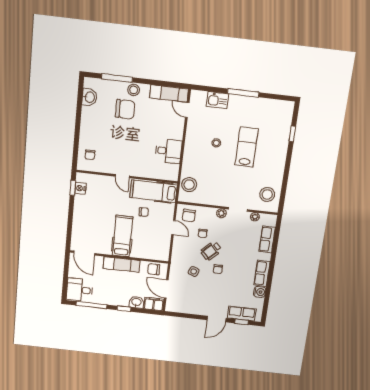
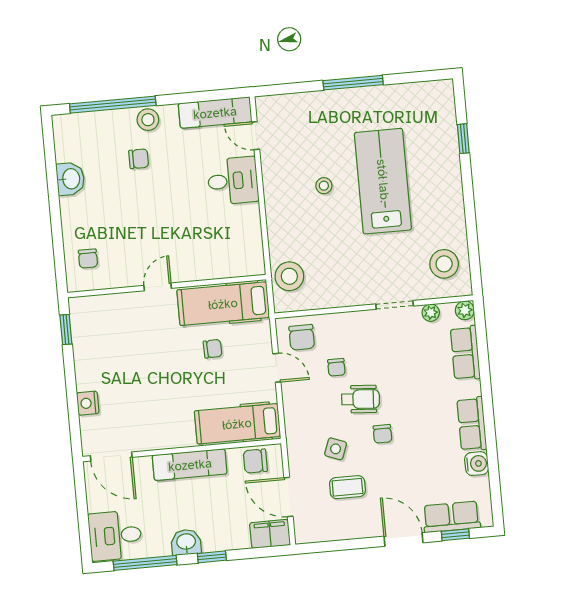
window: (117, 78) -> (113, 105), width x1.46
washbasin: (89, 97) -> (70, 179), moved
kitchen sink: (218, 100) -> (308, 106), removed
chair: (125, 109) -> (139, 159), width x0.54, depth x0.54
lab bench: (247, 147) -> (383, 181), width x1.36, depth x1.39
desk: (169, 151) -> (233, 181), moved
door: (122, 176) -> (158, 287), swing flipped
nightstand: (80, 188) -> (88, 403), moved
plant: (221, 213) -> (465, 310), moved
hospital bed: (123, 236) -> (237, 424), moved, turned -90
wheelchair: (211, 251) -> (361, 399), turned -132
coffee table: (195, 290) -> (347, 487), added
washbasin: (136, 302) -> (186, 542), moved
door: (217, 319) -> (403, 539), swing flipped

